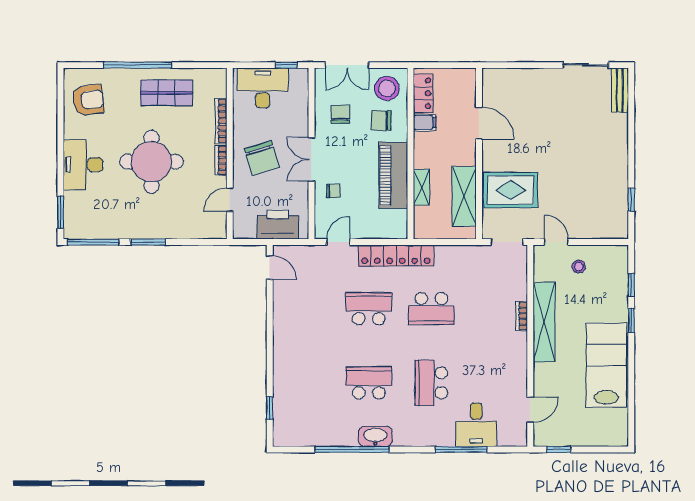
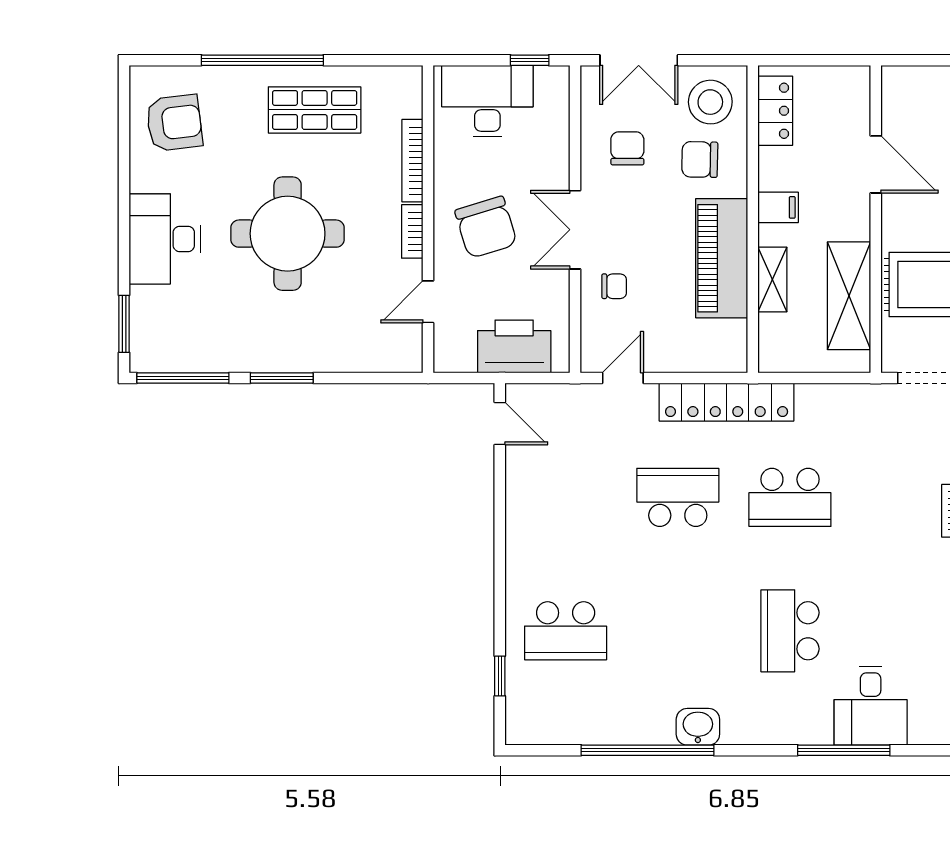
filing cabinet: (425, 122) -> (778, 207), moved
school desk: (369, 383) -> (566, 631), moved, turned 180
washbasin: (375, 436) -> (698, 727), width x0.72

